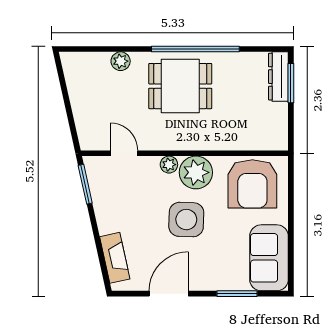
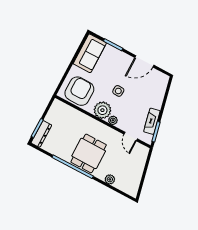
dining table: (180, 86) -> (89, 153), turned 90
side table: (186, 220) -> (118, 91), width x0.54, depth x0.54
fireplace: (115, 258) -> (152, 121), moved

